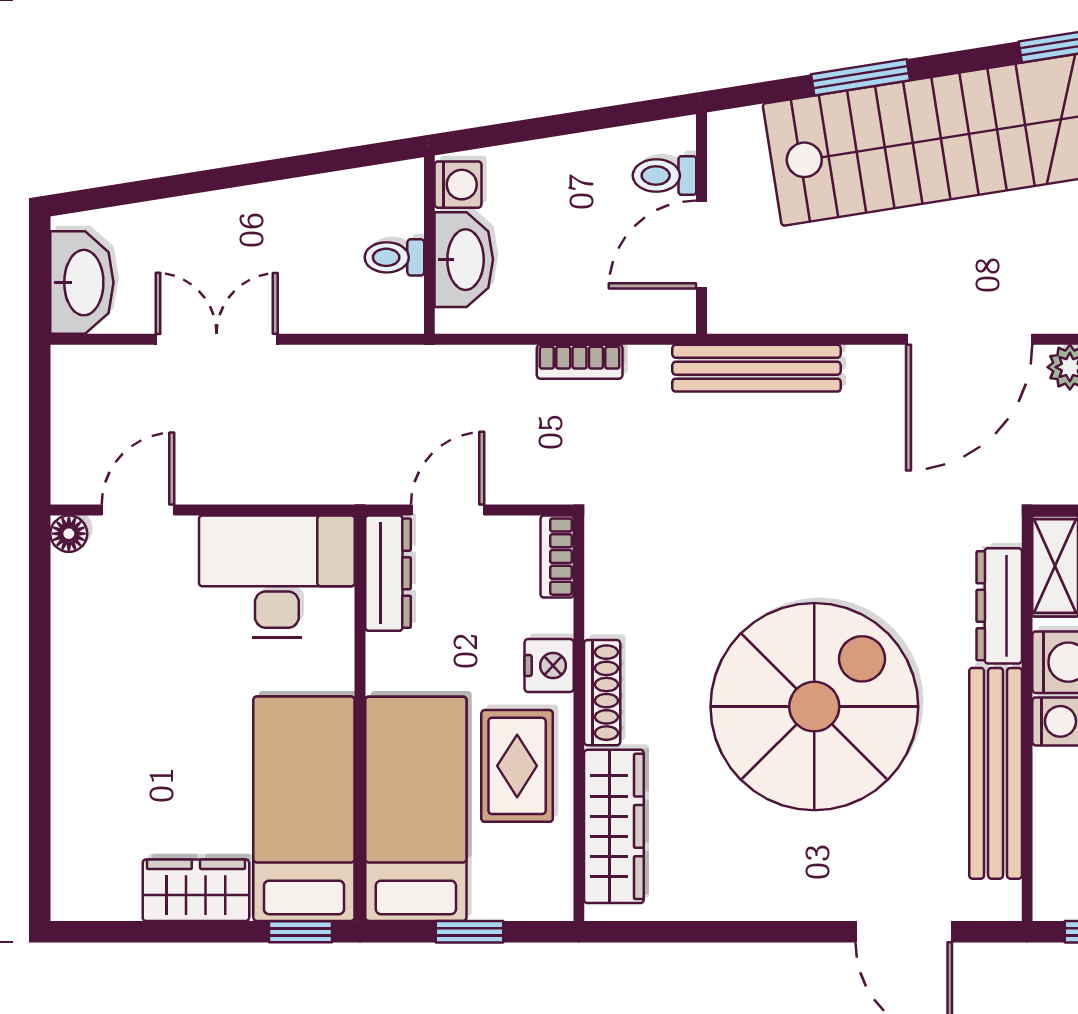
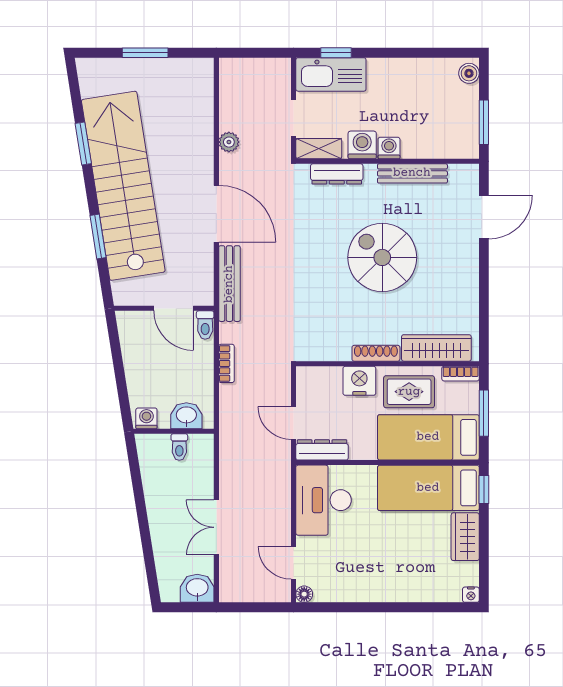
toilet: (665, 175) -> (205, 325), moved
washbasin: (464, 260) -> (186, 416), width x0.72
washbasin: (82, 283) -> (197, 588), width x0.72
door: (969, 339) -> (216, 214), moved
bookcase: (557, 557) -> (461, 374), moved
nightstand: (549, 666) -> (359, 381), width x1.36, depth x1.33
spiral stairs: (814, 707) -> (382, 257), width x0.73, depth x0.73
bench: (996, 773) -> (412, 173), width x0.73, depth x0.82
nightstand: (68, 903) -> (471, 595), added
window: (470, 932) -> (484, 413), width x1.50

